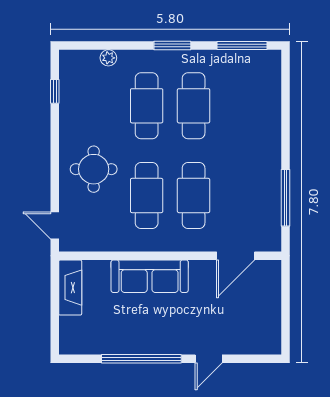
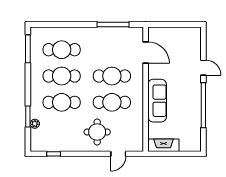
window: (172, 46) -> (28, 117), moved
cafe table: (241, 106) -> (62, 50), added
door: (55, 225) -> (118, 154), moved

